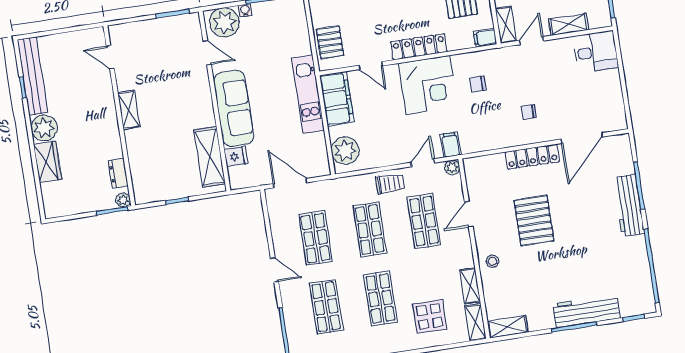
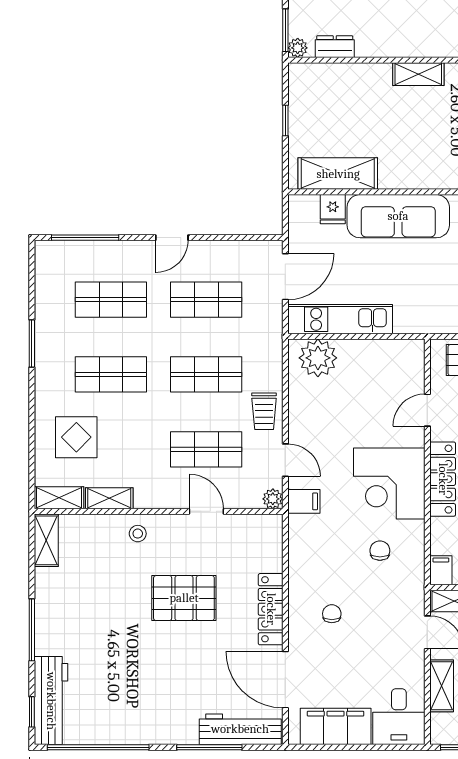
kitchen unit: (308, 94) -> (340, 319), moved
filing cabinet: (337, 99) -> (336, 726), moved, turned 180
workbench: (629, 205) -> (240, 729), moved
workbench: (587, 311) -> (51, 701), moved

